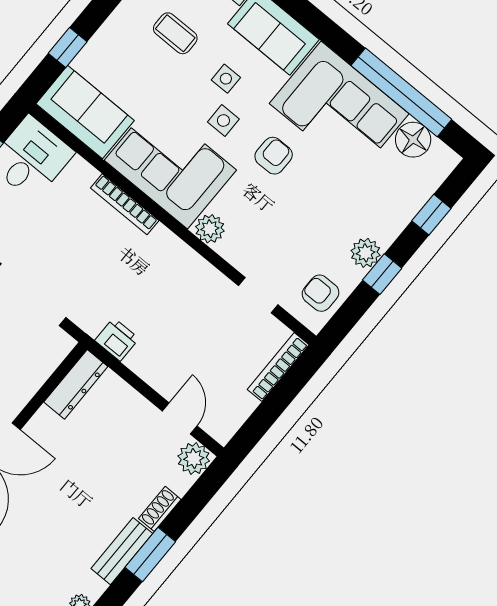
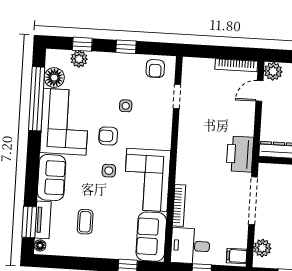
side table: (226, 79) -> (126, 106), moved
bookcase: (125, 204) -> (179, 205), moved
plant: (210, 229) -> (163, 141), removed
plant: (366, 253) -> (79, 59), moved
printer: (117, 339) -> (240, 154), width x1.87, depth x1.48
bookcase: (278, 367) -> (236, 65), moved

